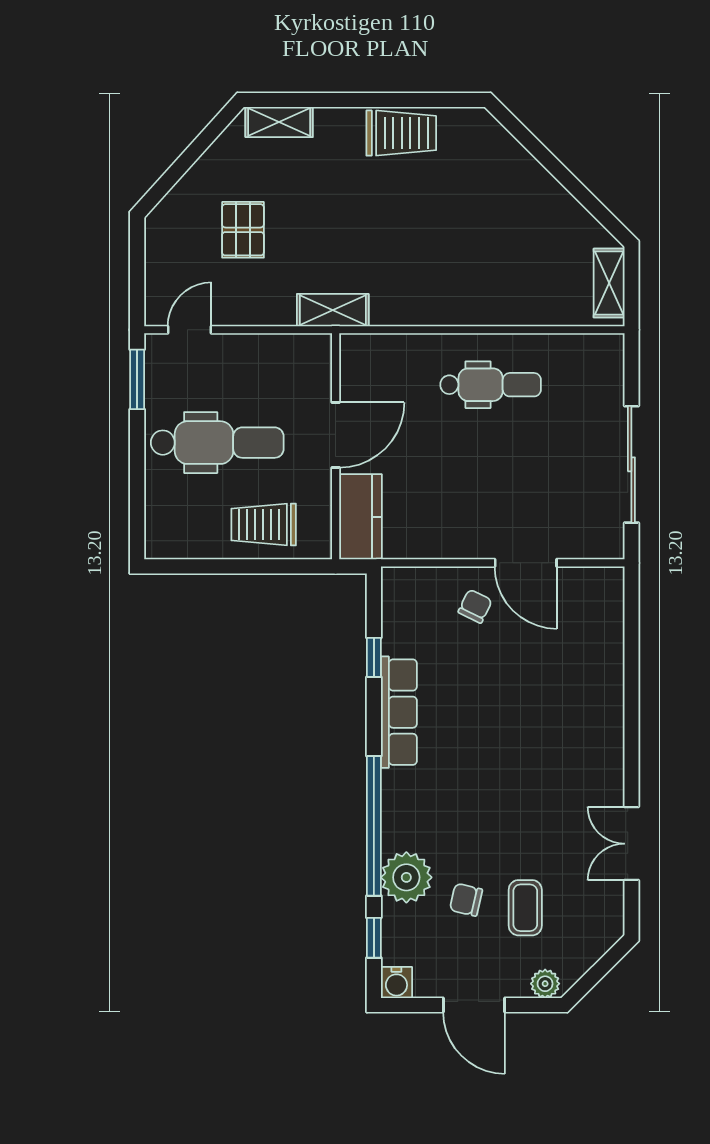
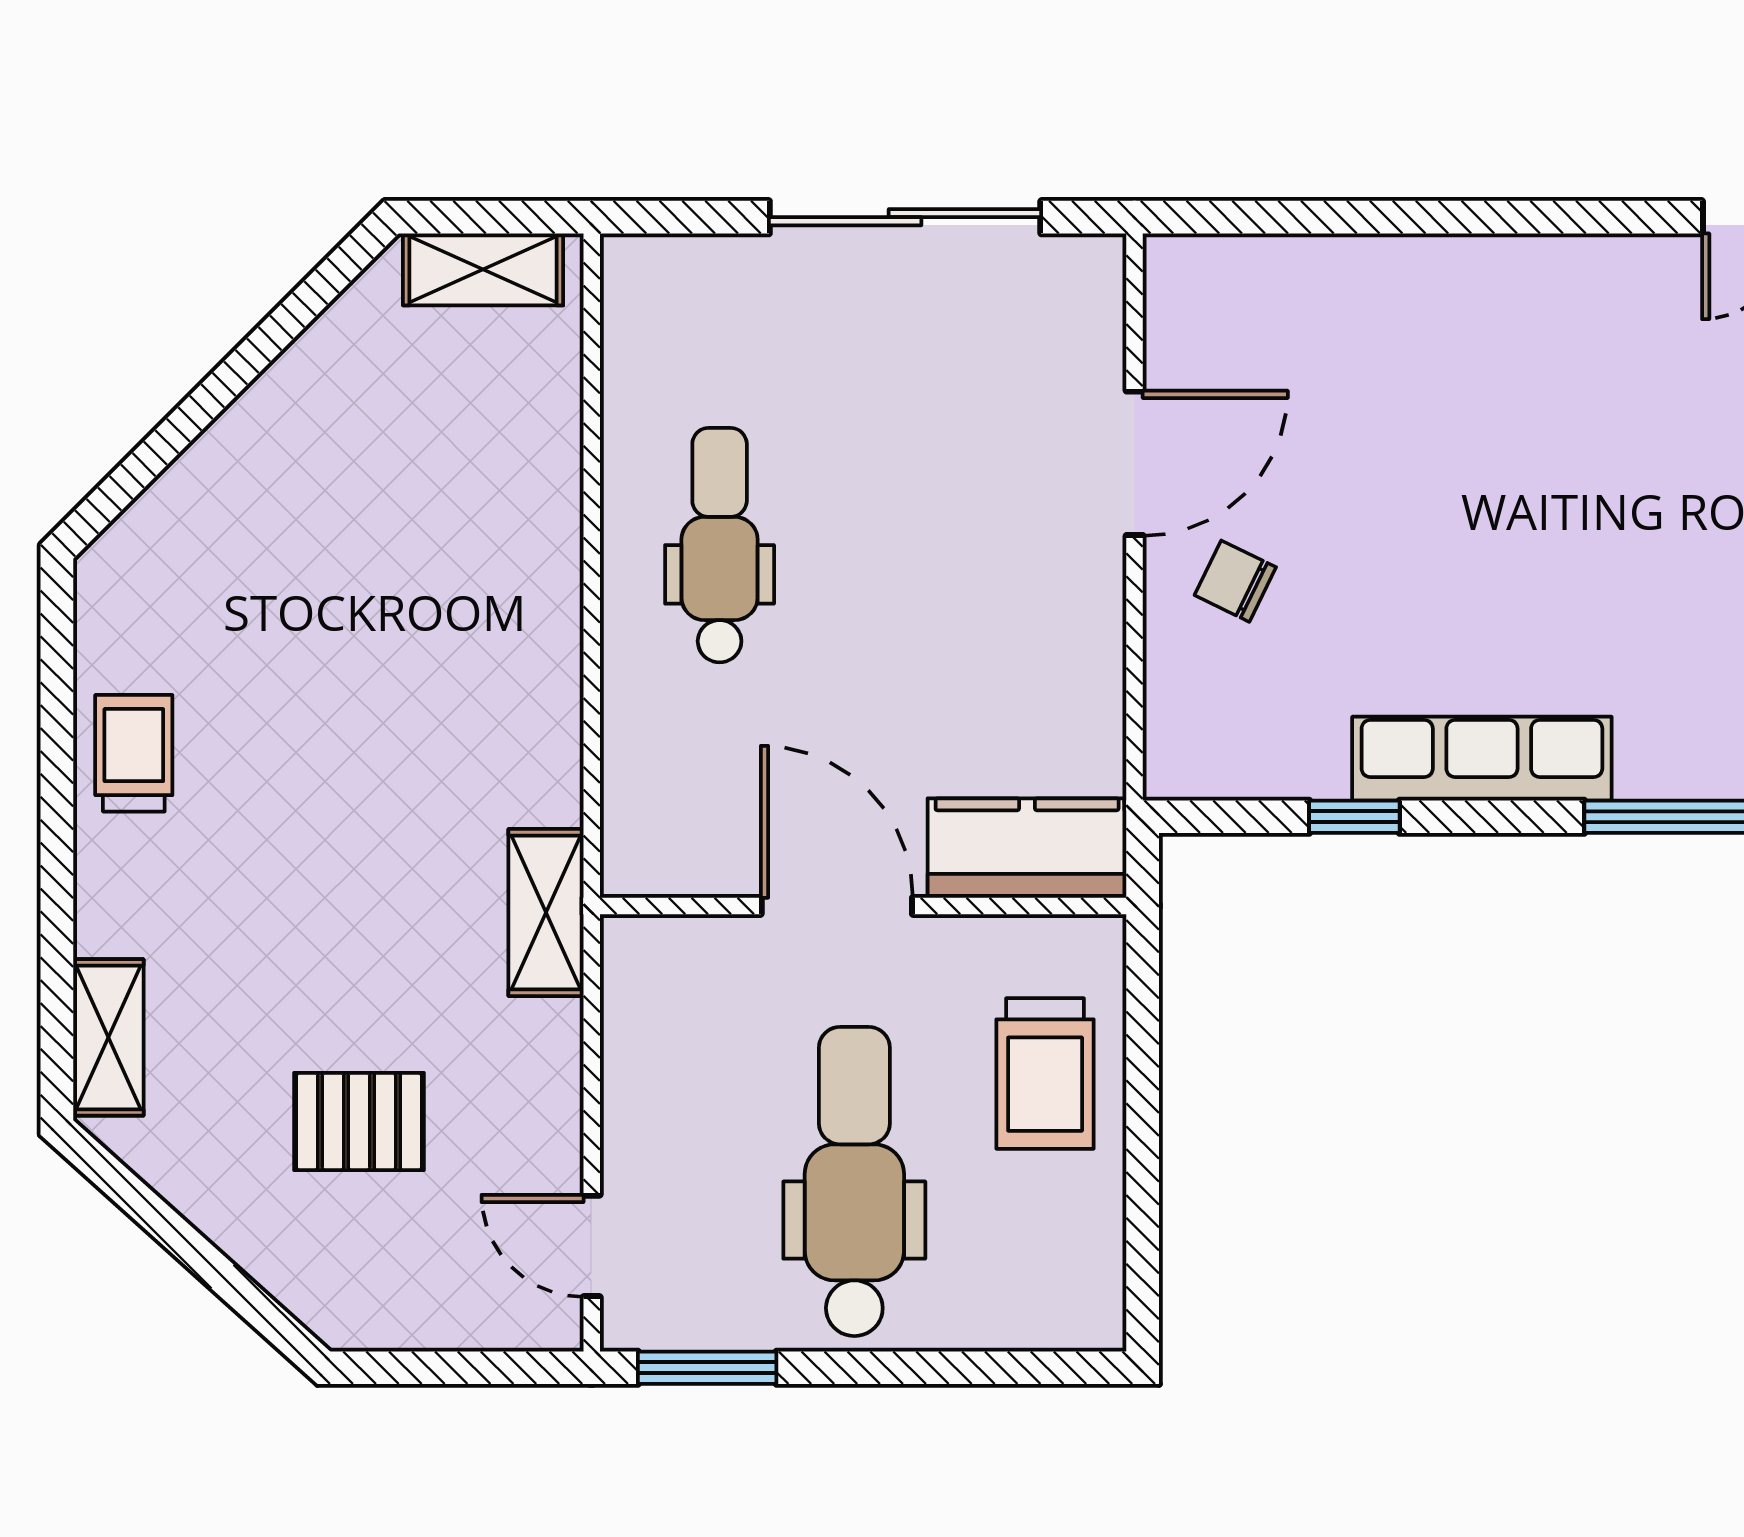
trolley: (401, 133) -> (134, 753), width x0.73, depth x0.72

